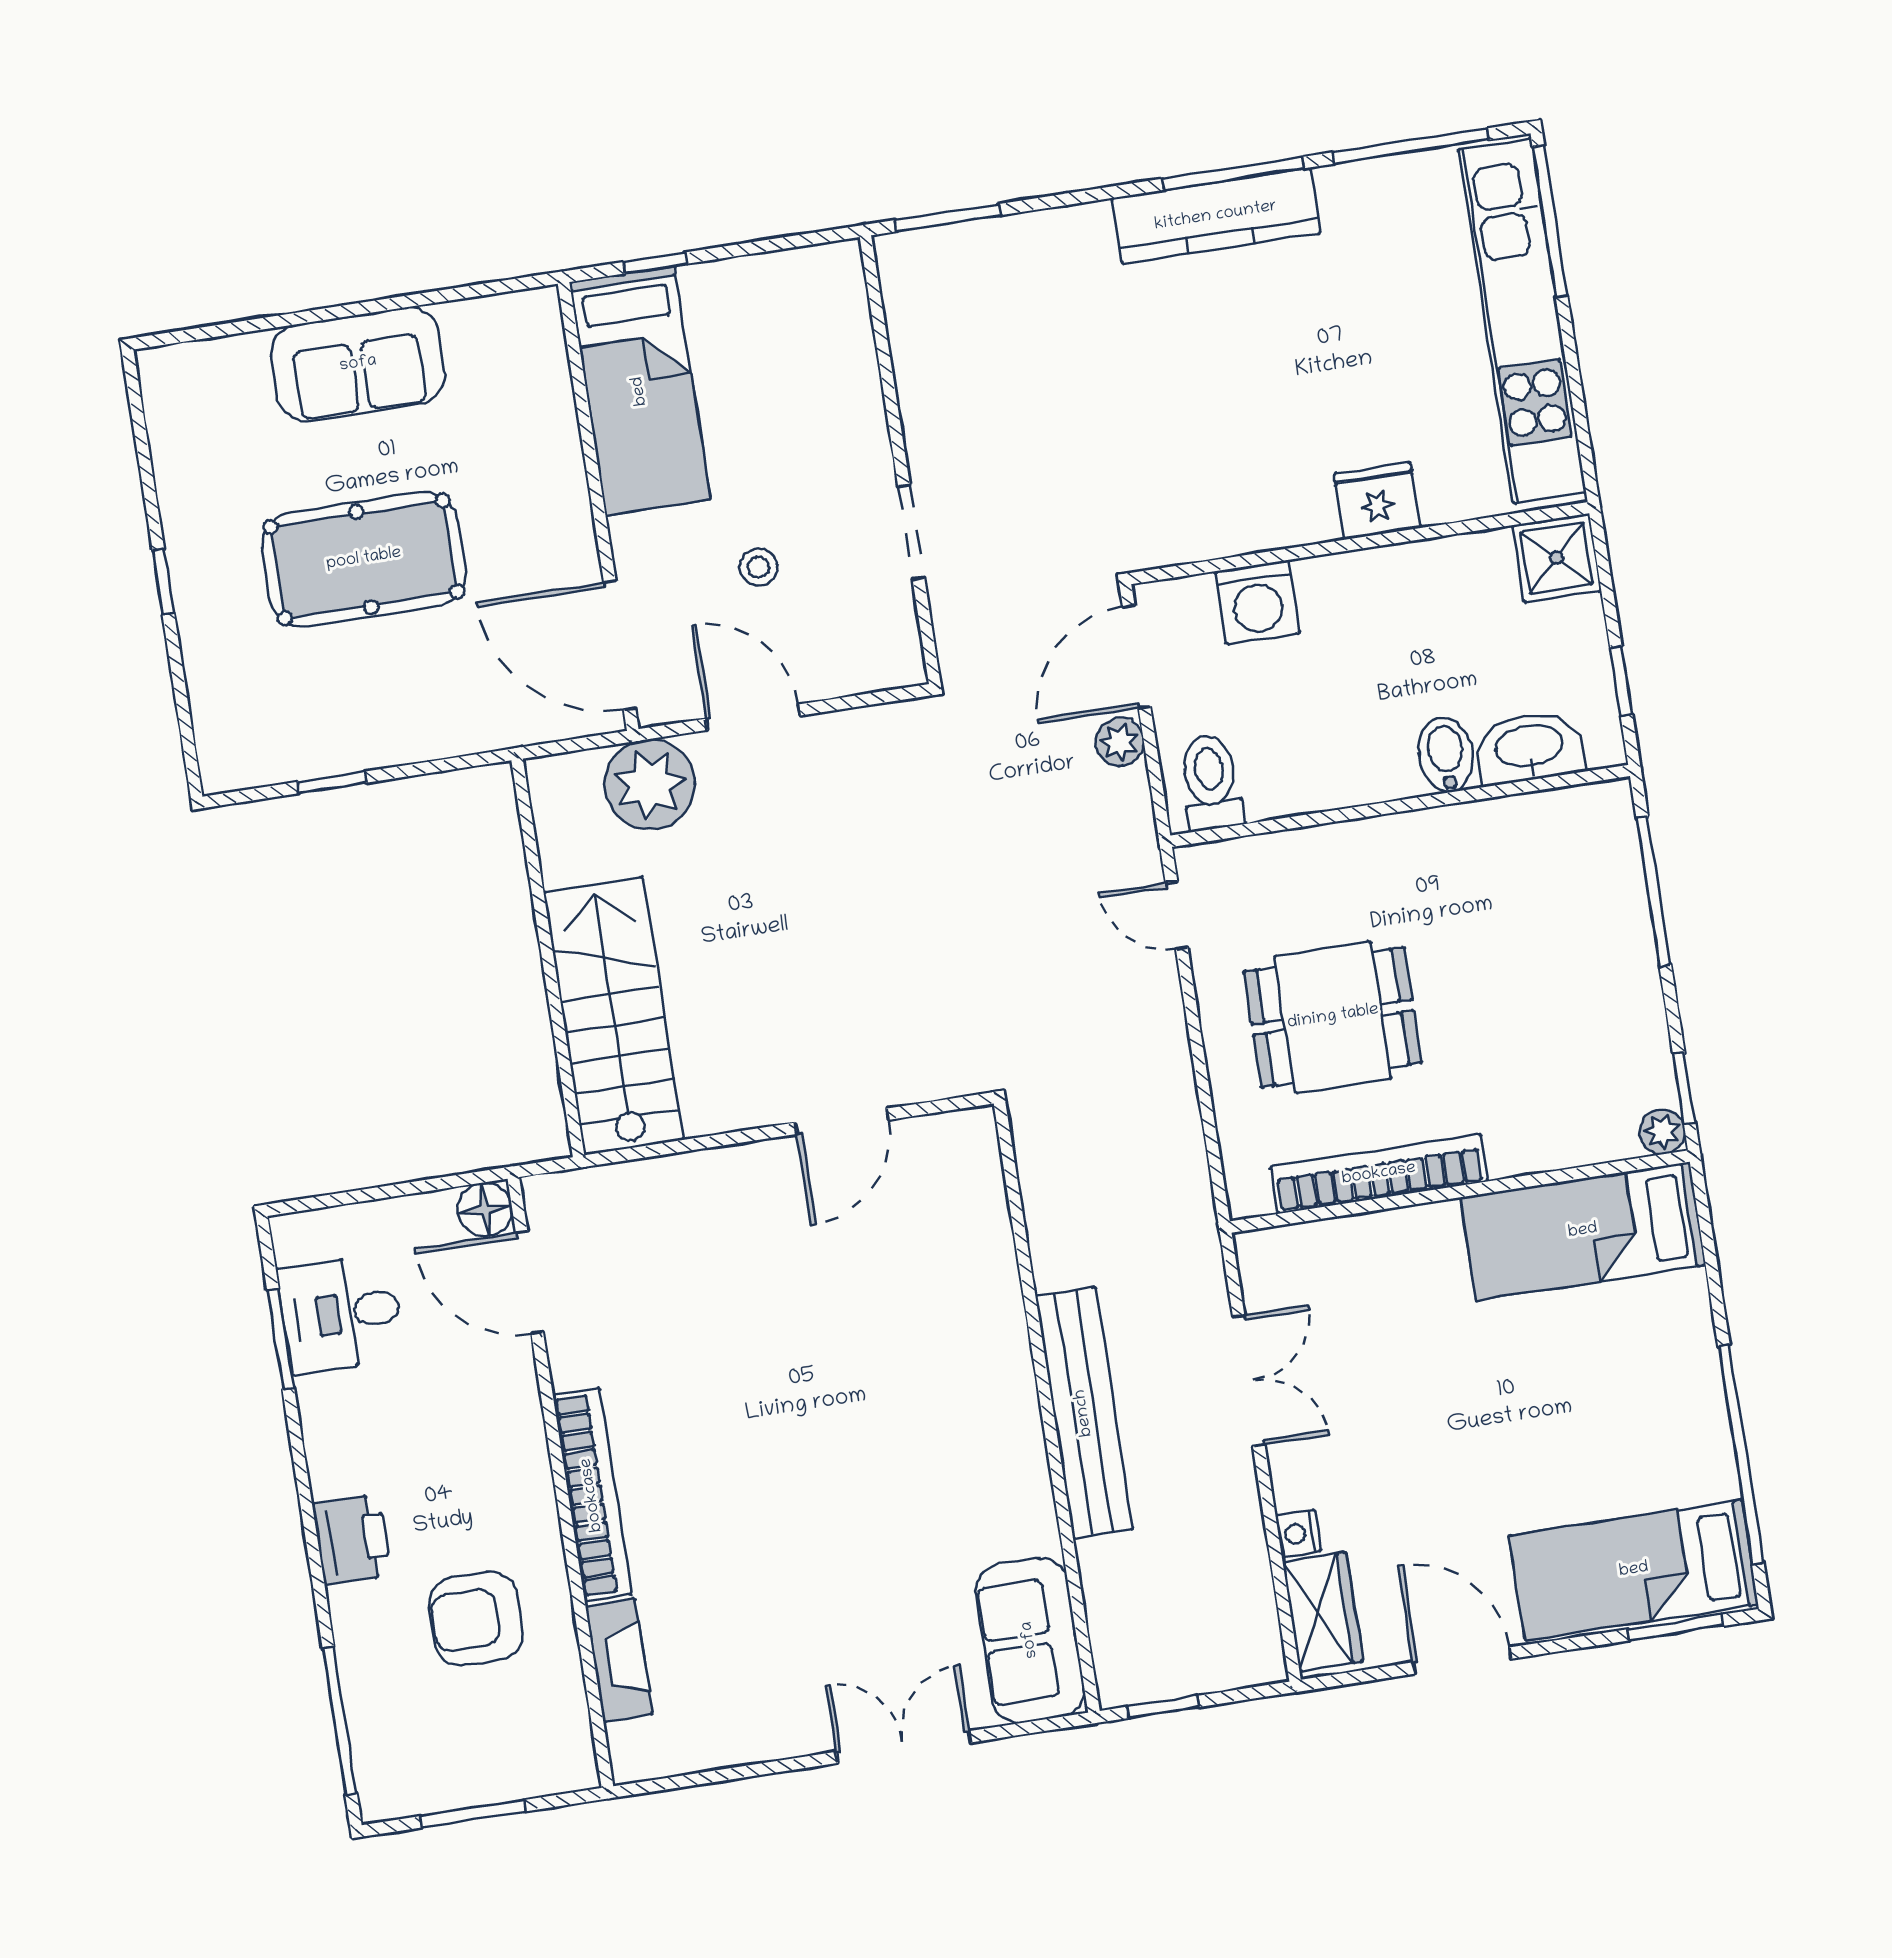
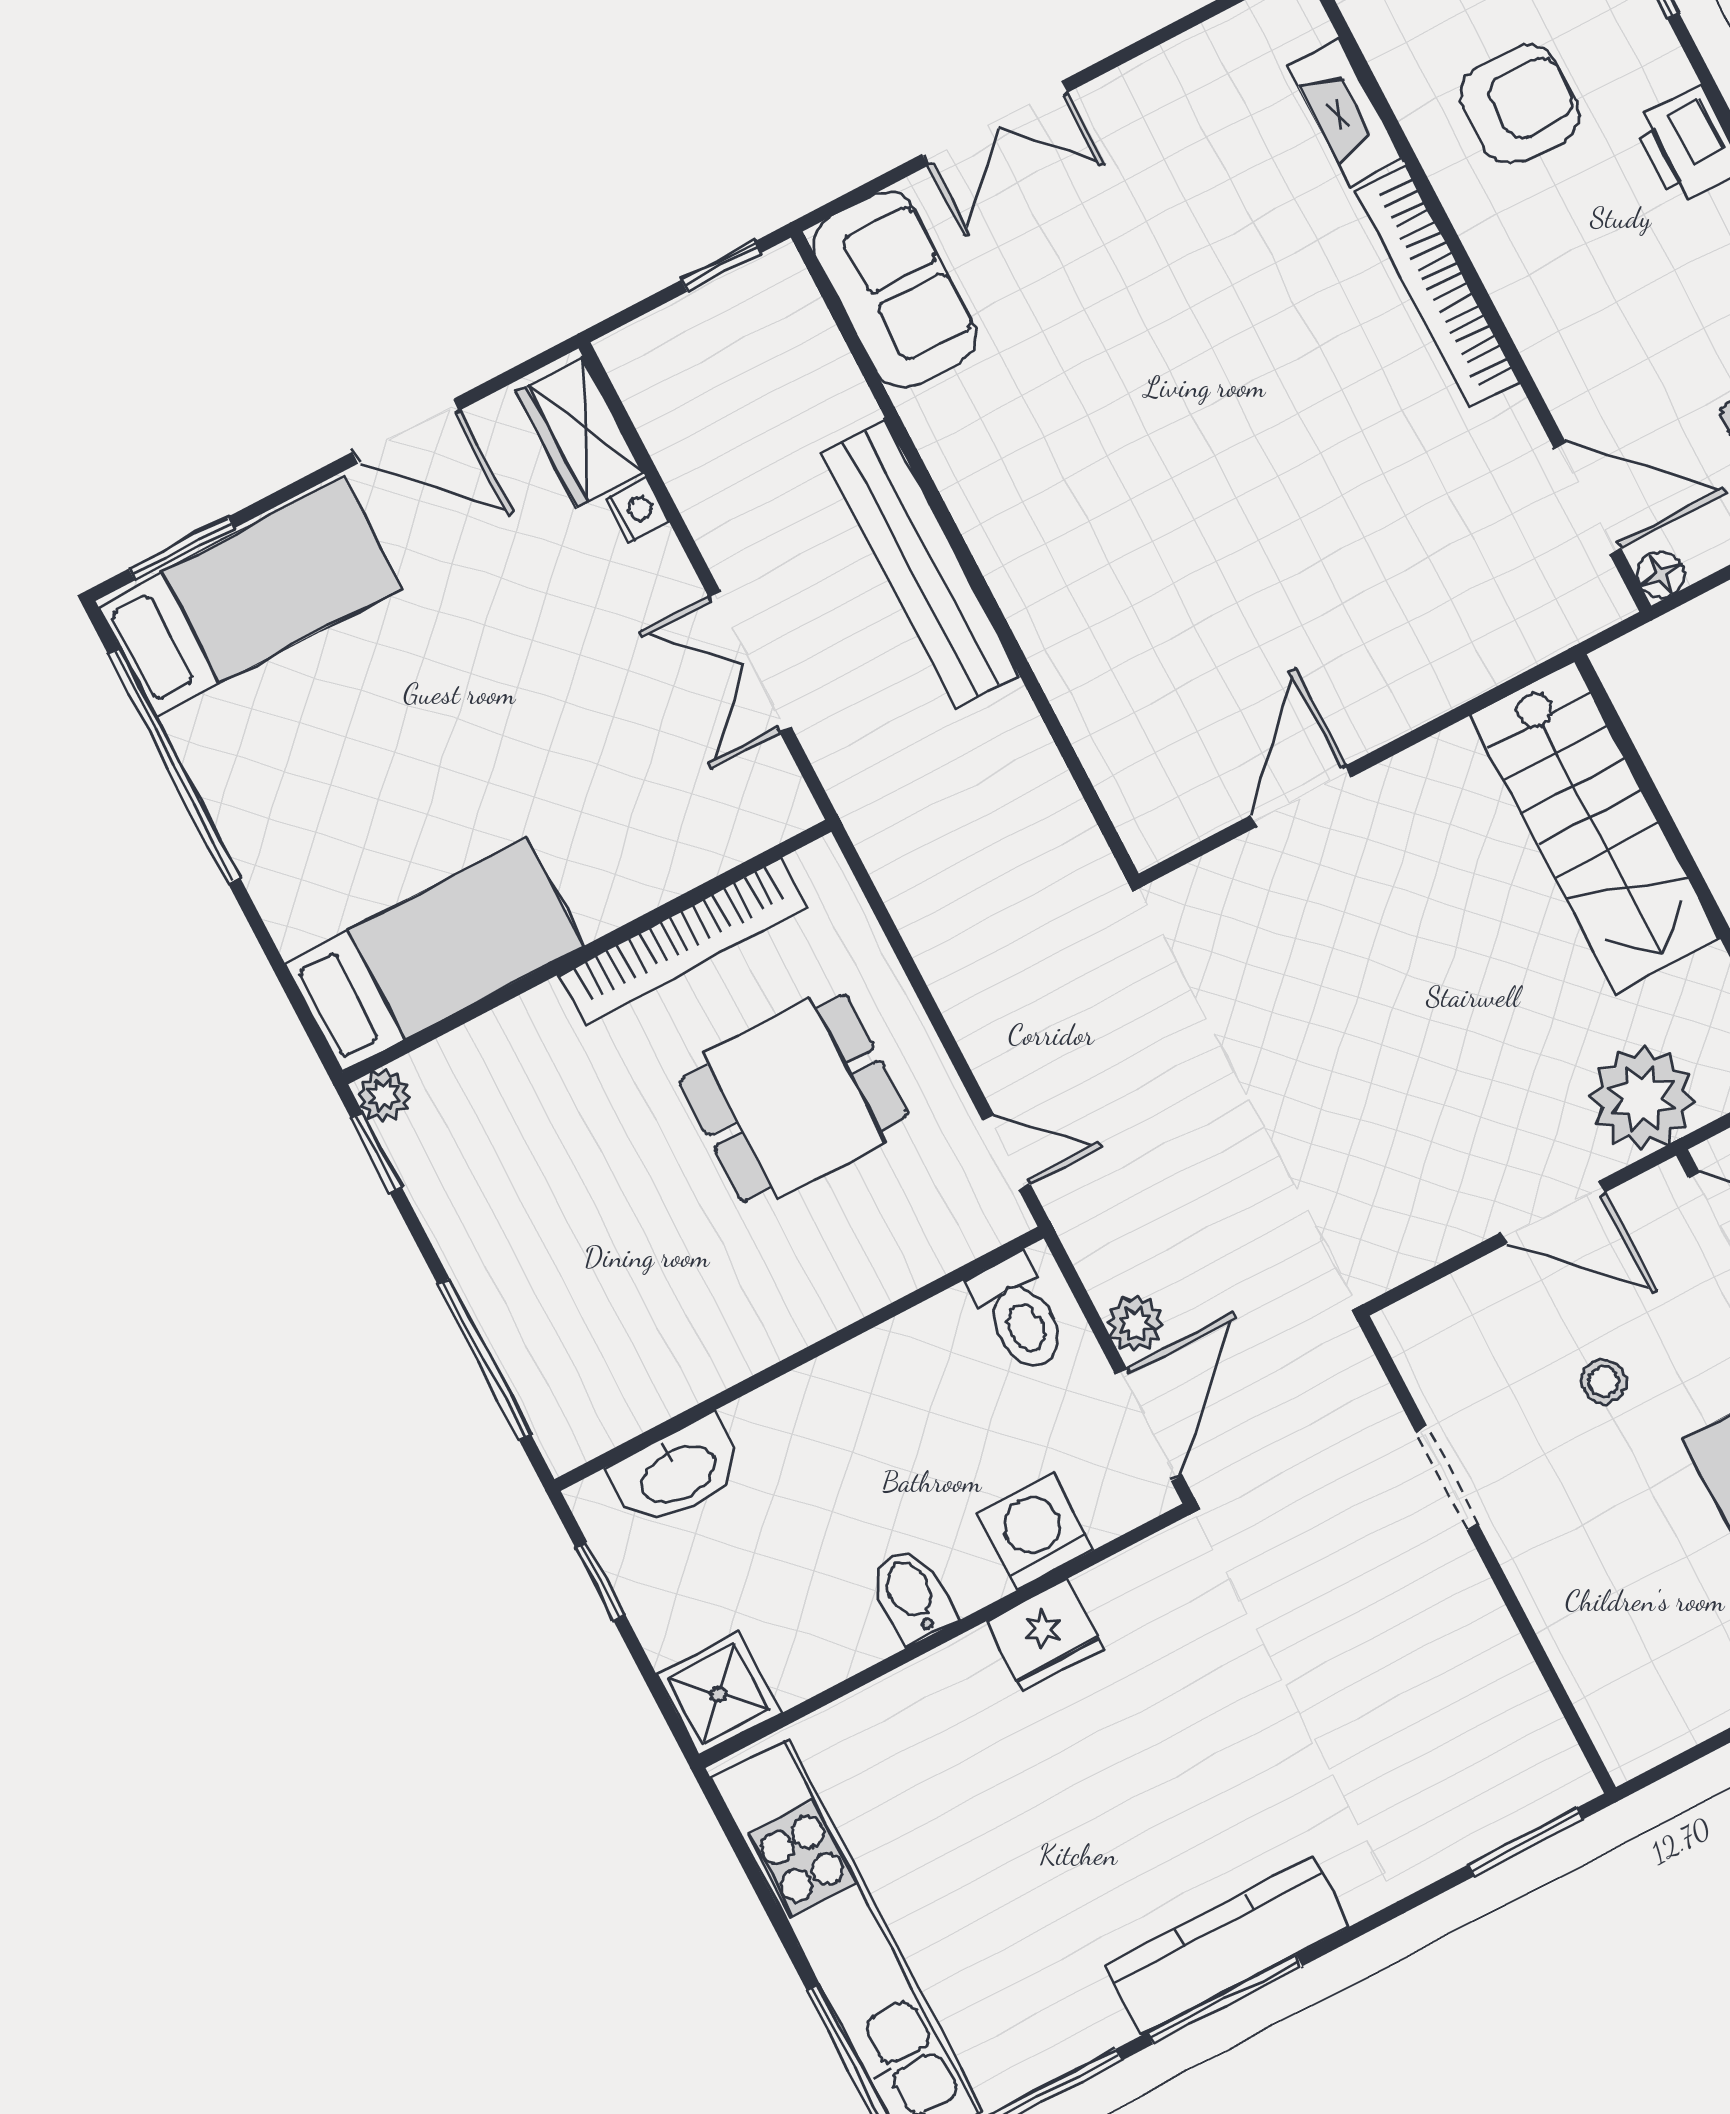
fridge: (1377, 501) -> (1045, 1635), moved
bidet: (1446, 755) -> (912, 1595), moved, turned 180
floor lamp: (485, 1210) -> (1661, 574), width x0.73, depth x0.73

